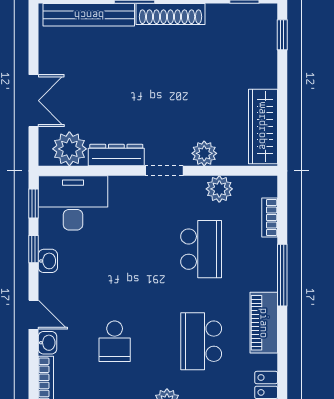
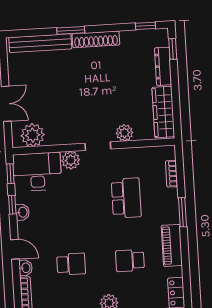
dresser: (116, 155) -> (163, 66), moved, turned -90
plant: (219, 189) -> (71, 160), moved
window: (282, 275) -> (182, 212), width x0.69
school desk: (115, 341) -> (71, 264), turned -90
school desk: (201, 341) -> (130, 261), width x0.54

